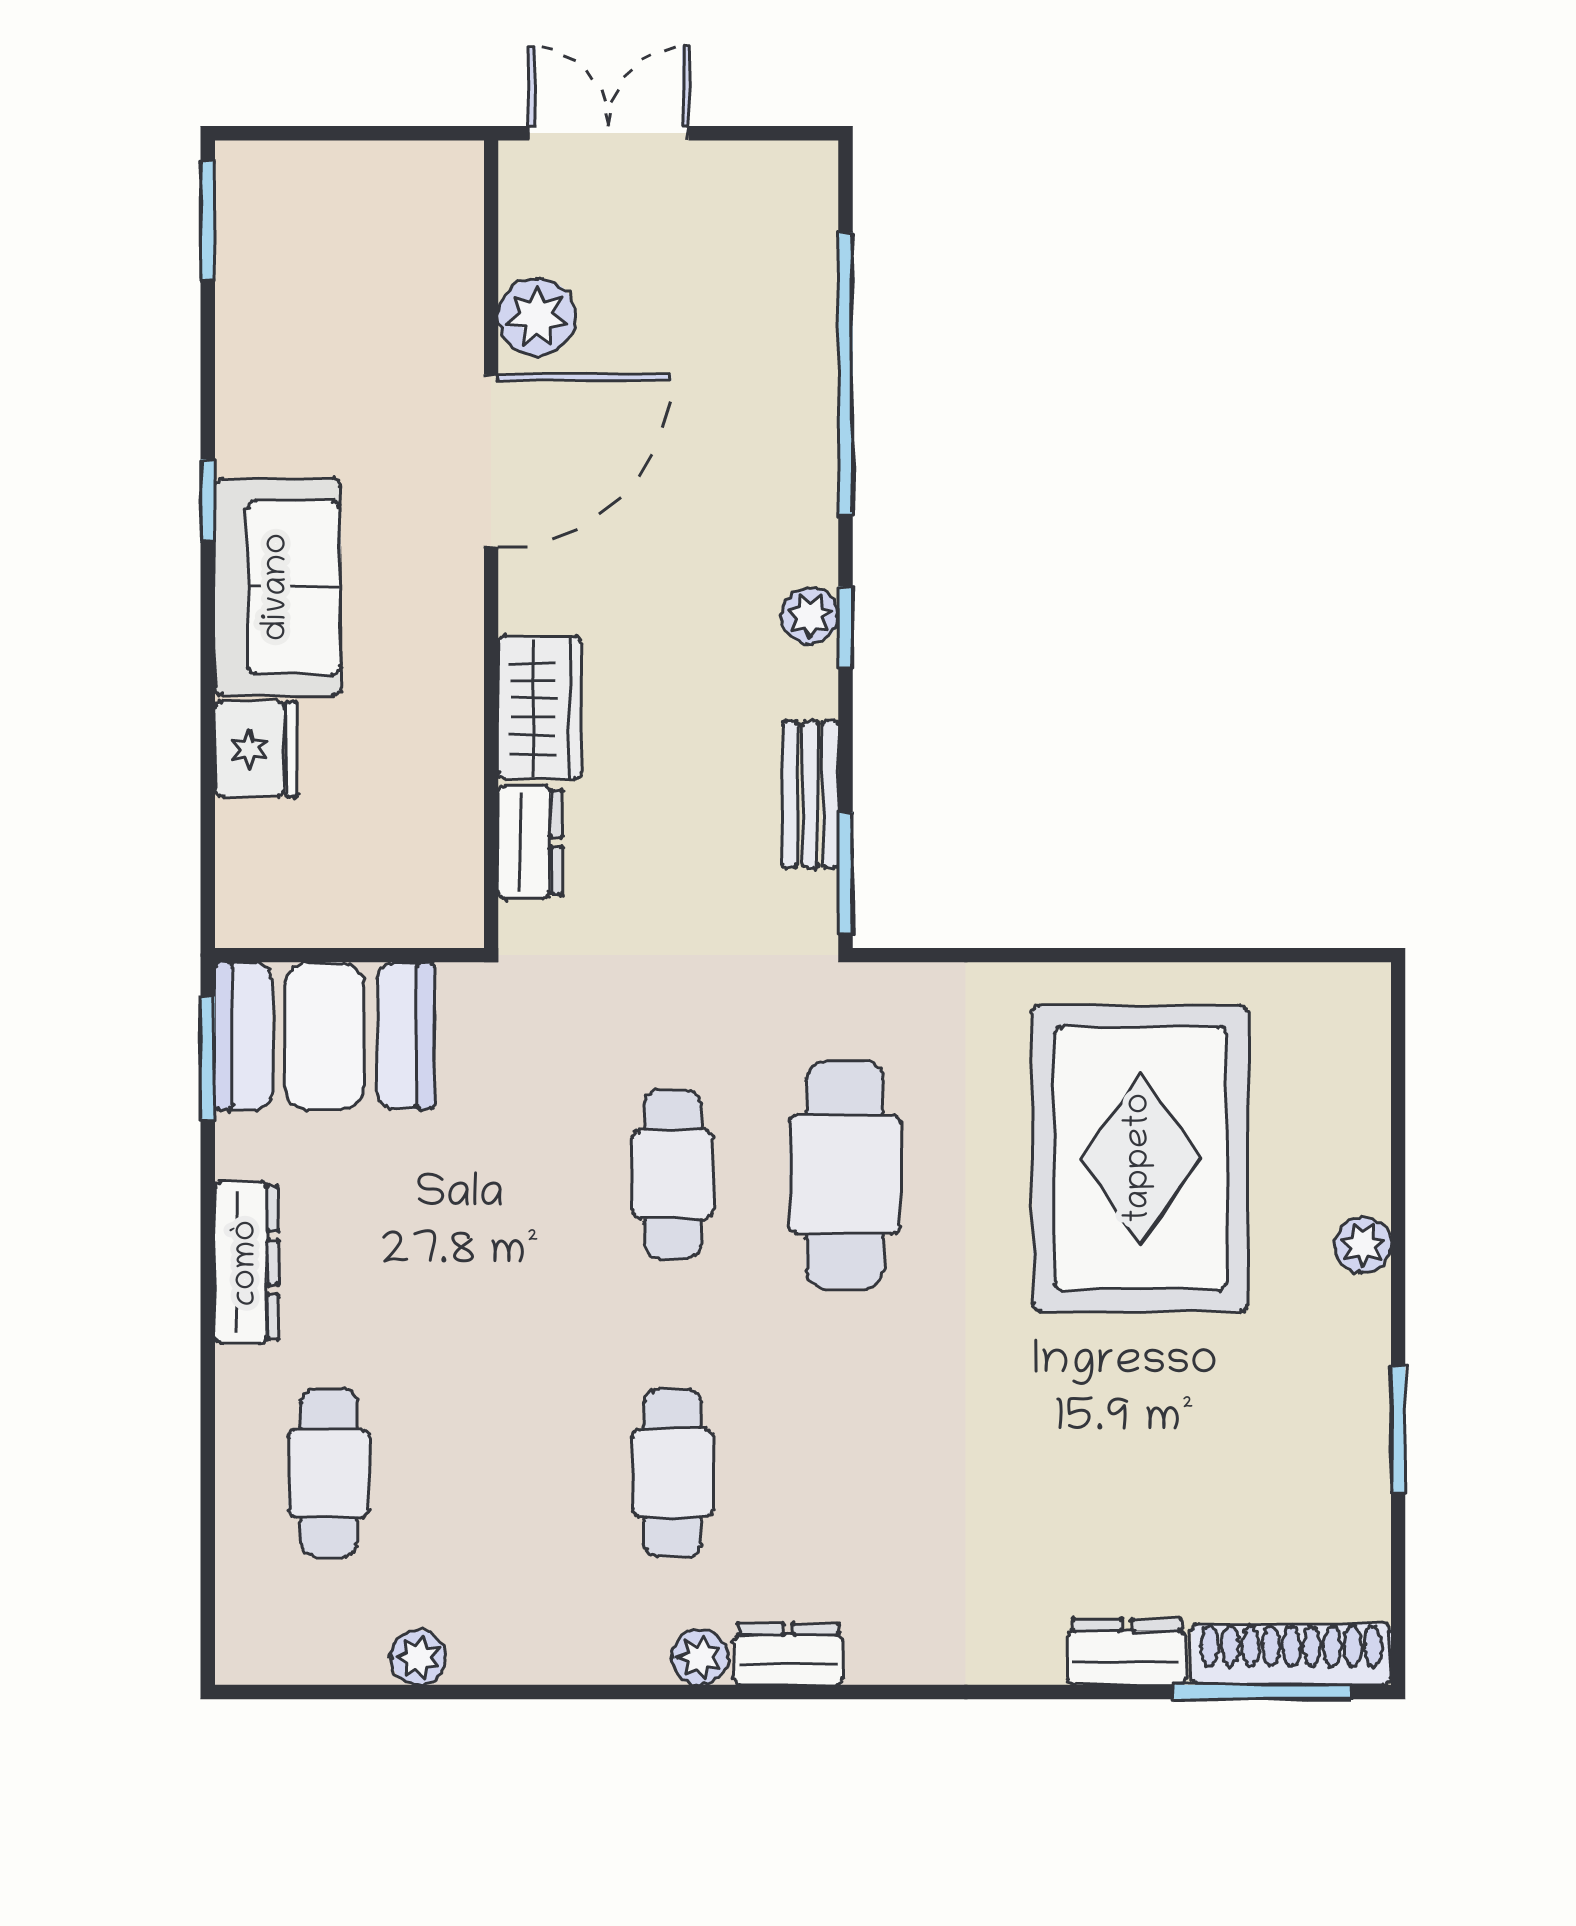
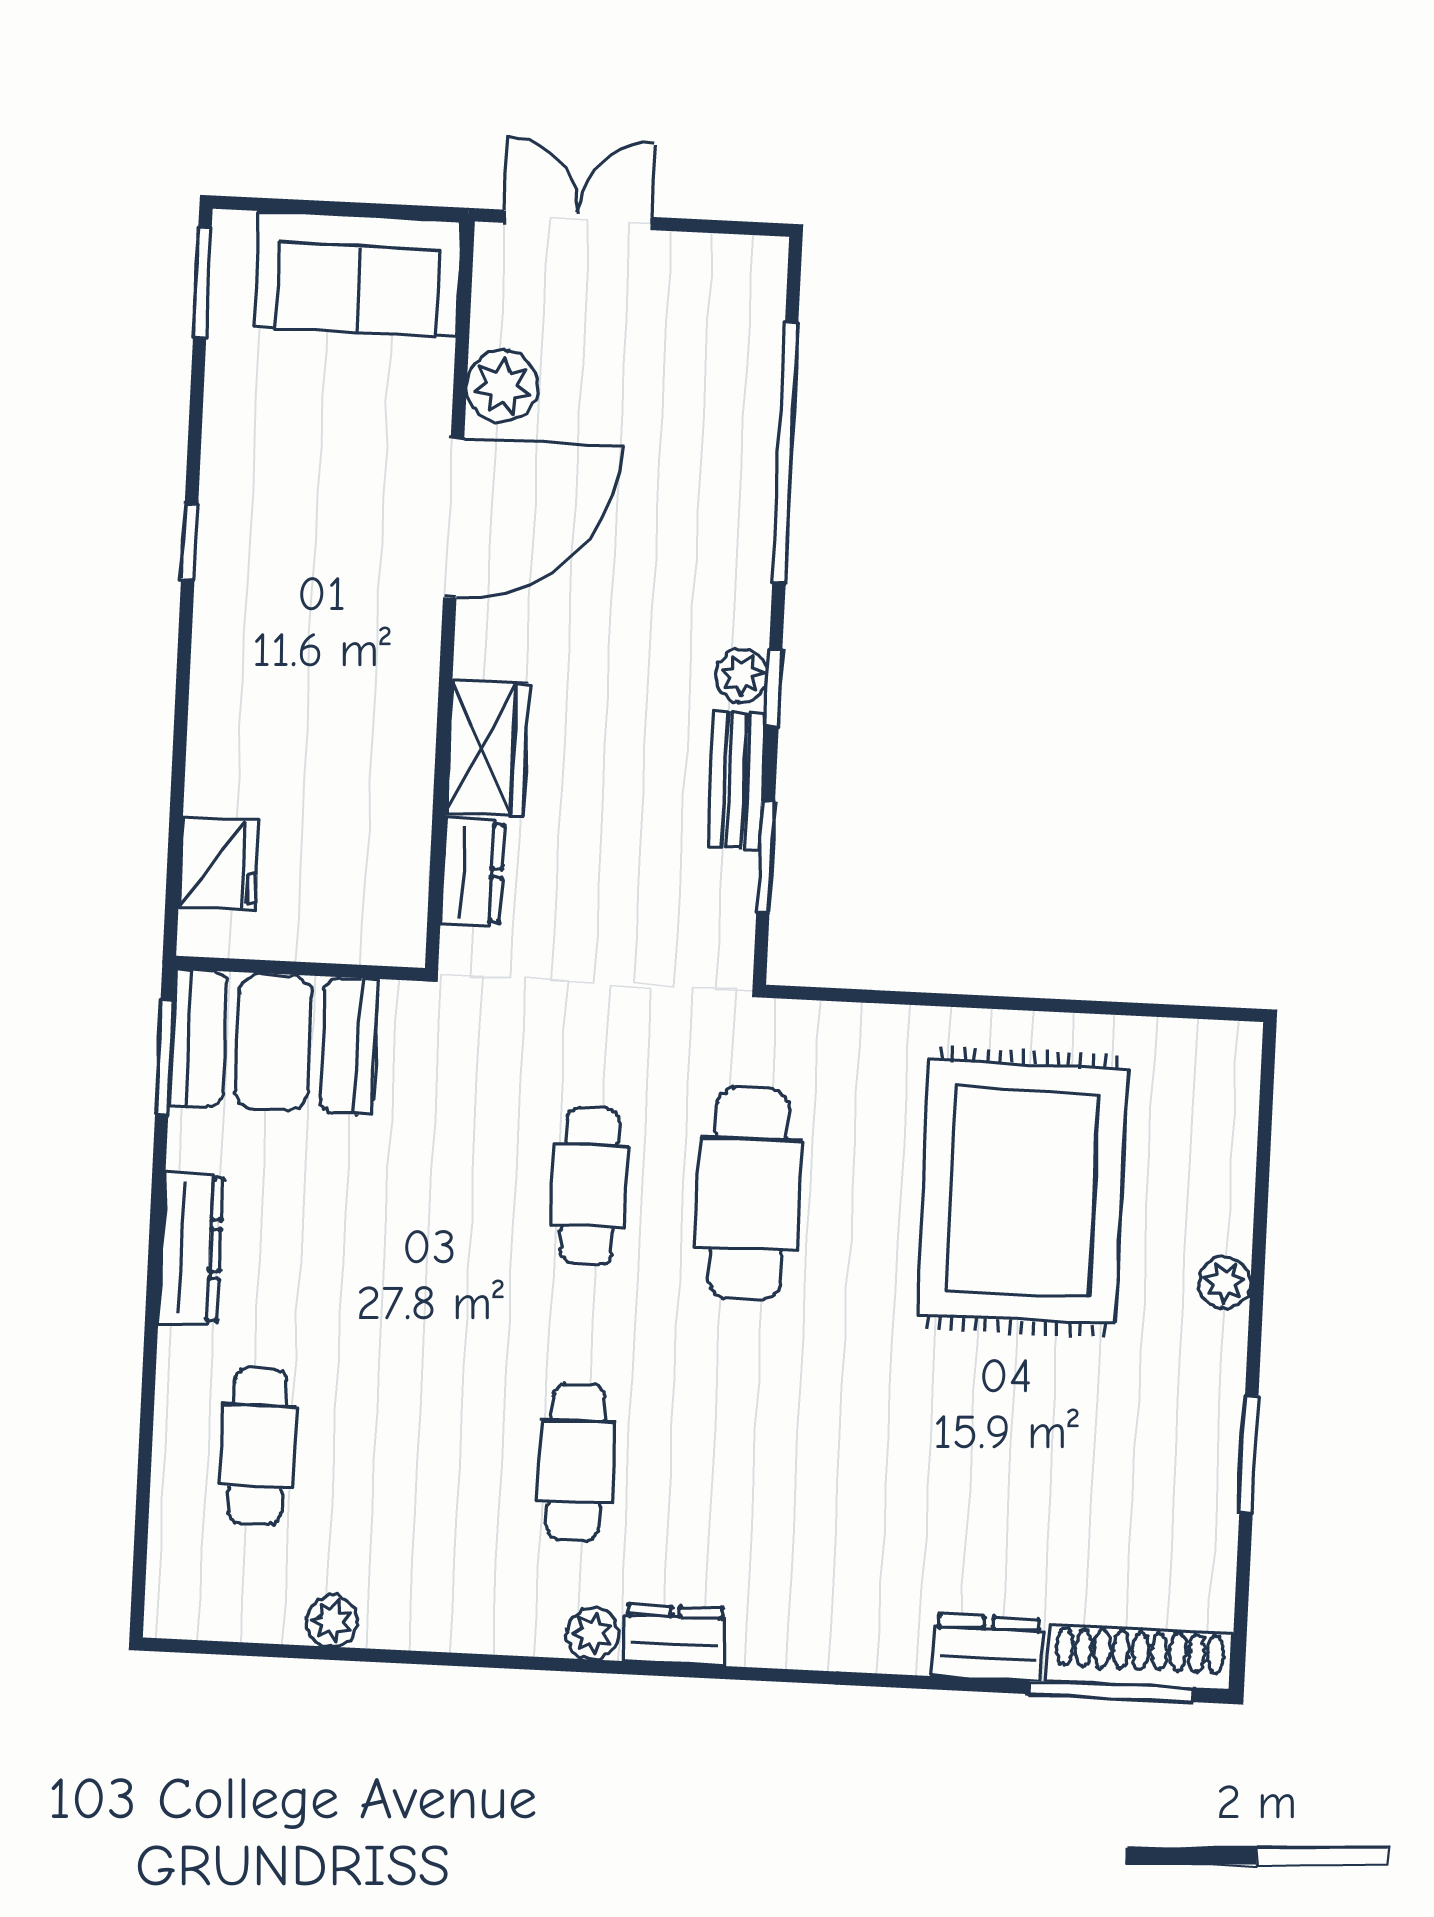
sofa: (278, 587) -> (358, 274), moved, turned 90
fridge: (256, 749) -> (219, 864), moved
bench: (810, 795) -> (737, 780), moved
window: (845, 872) -> (766, 857), moved

